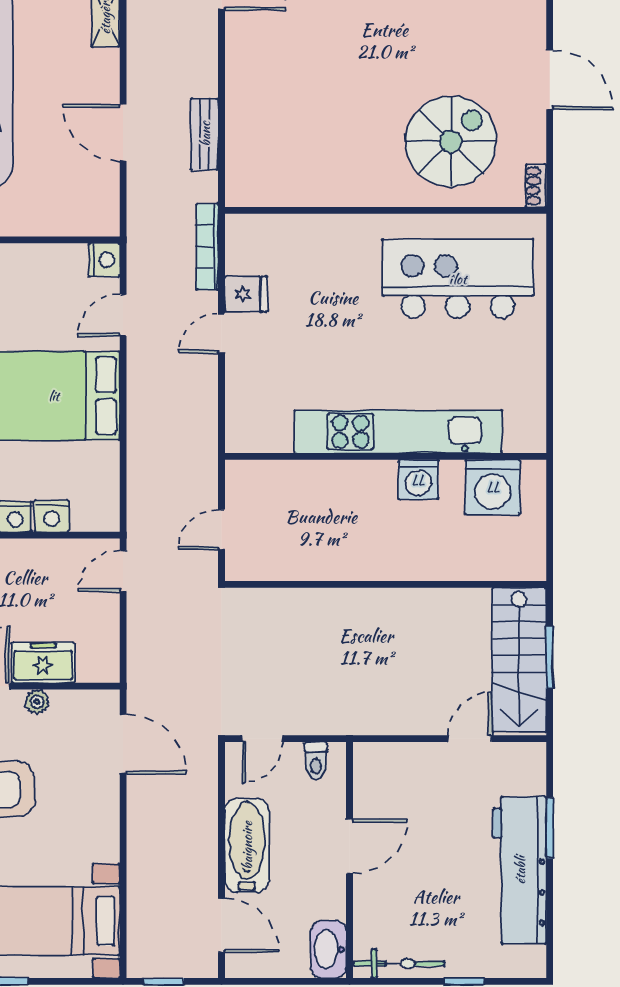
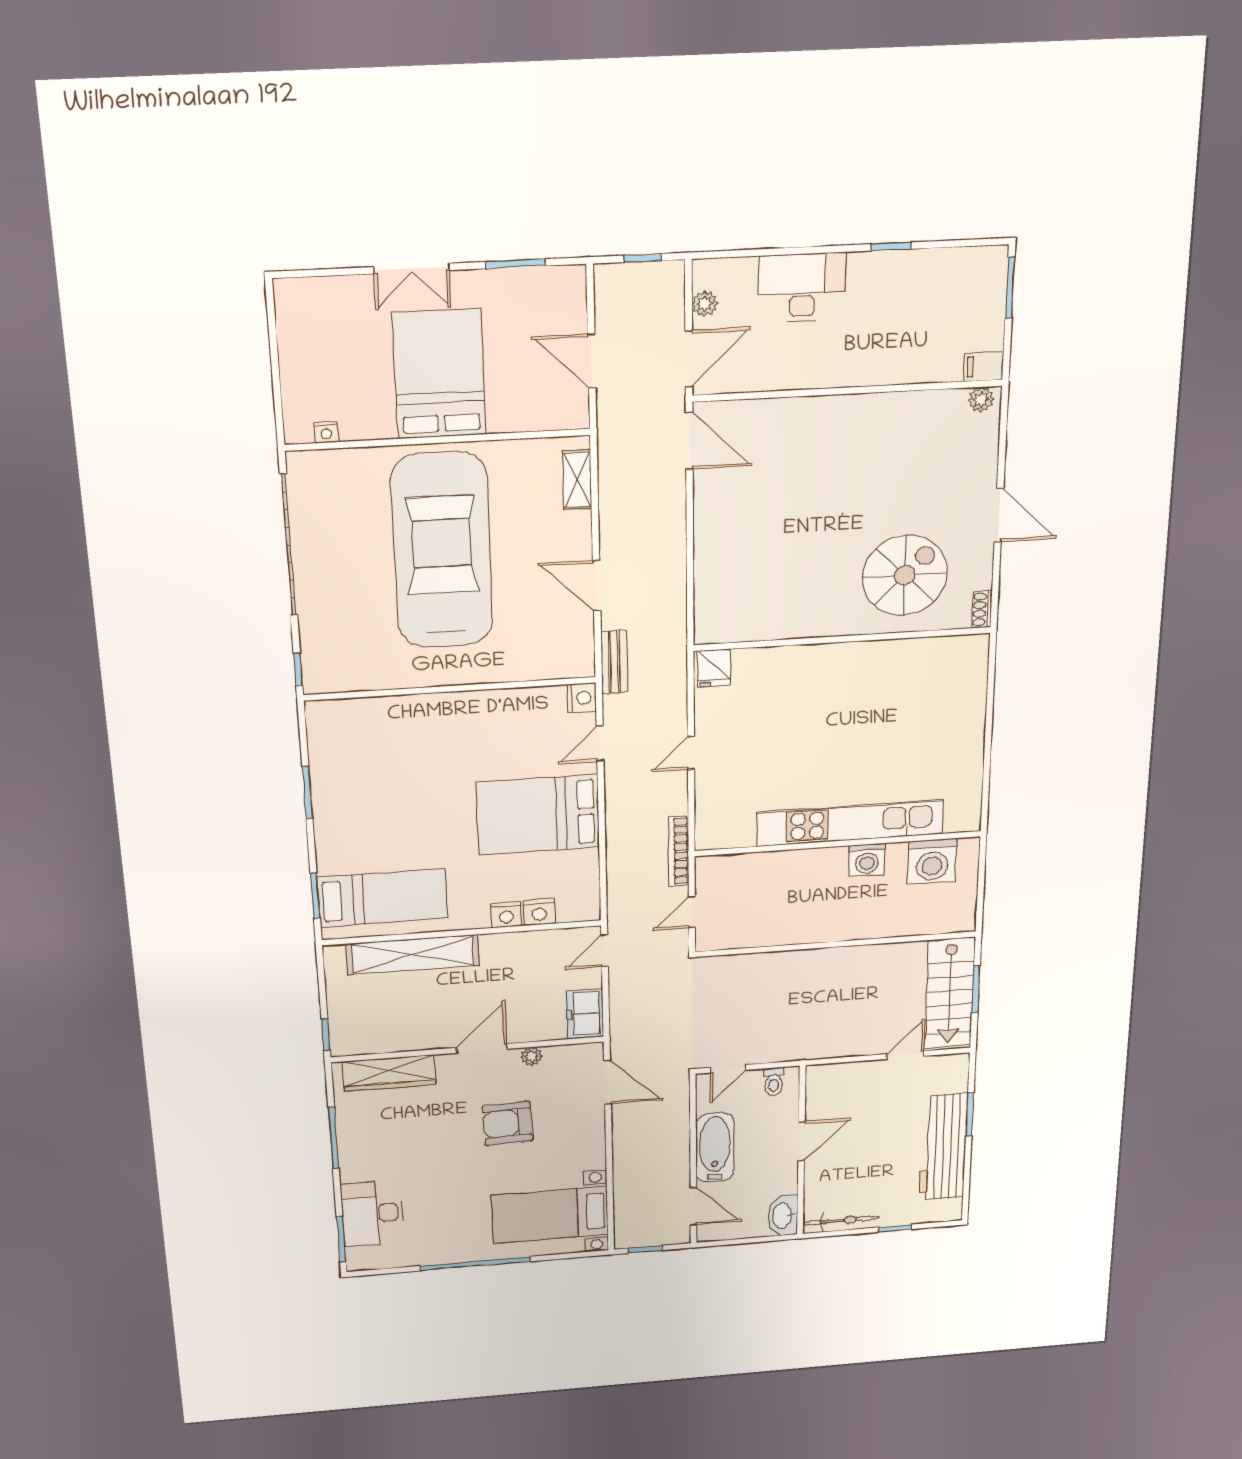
bench: (205, 134) -> (614, 662), moved
bookcase: (207, 247) -> (679, 851), moved
kitchen island: (458, 279) -> (907, 693), removed
fridge: (246, 294) -> (714, 668), moved, turned 90
freezer: (43, 662) -> (585, 1014), moved, turned -90

